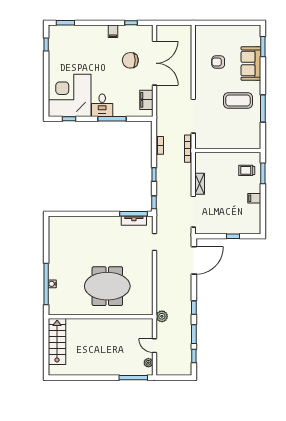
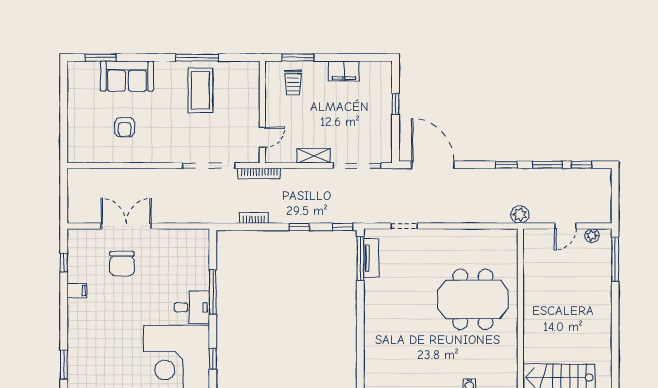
double door: (155, 63) -> (126, 226), width x0.73
filing cabinet: (146, 100) -> (183, 239), removed
coffee table: (238, 101) -> (200, 91), moved
door: (212, 151) -> (262, 137), added
filing cabinet: (254, 198) -> (344, 71), width x2.00
meeting table: (107, 286) -> (473, 299), turned 90

